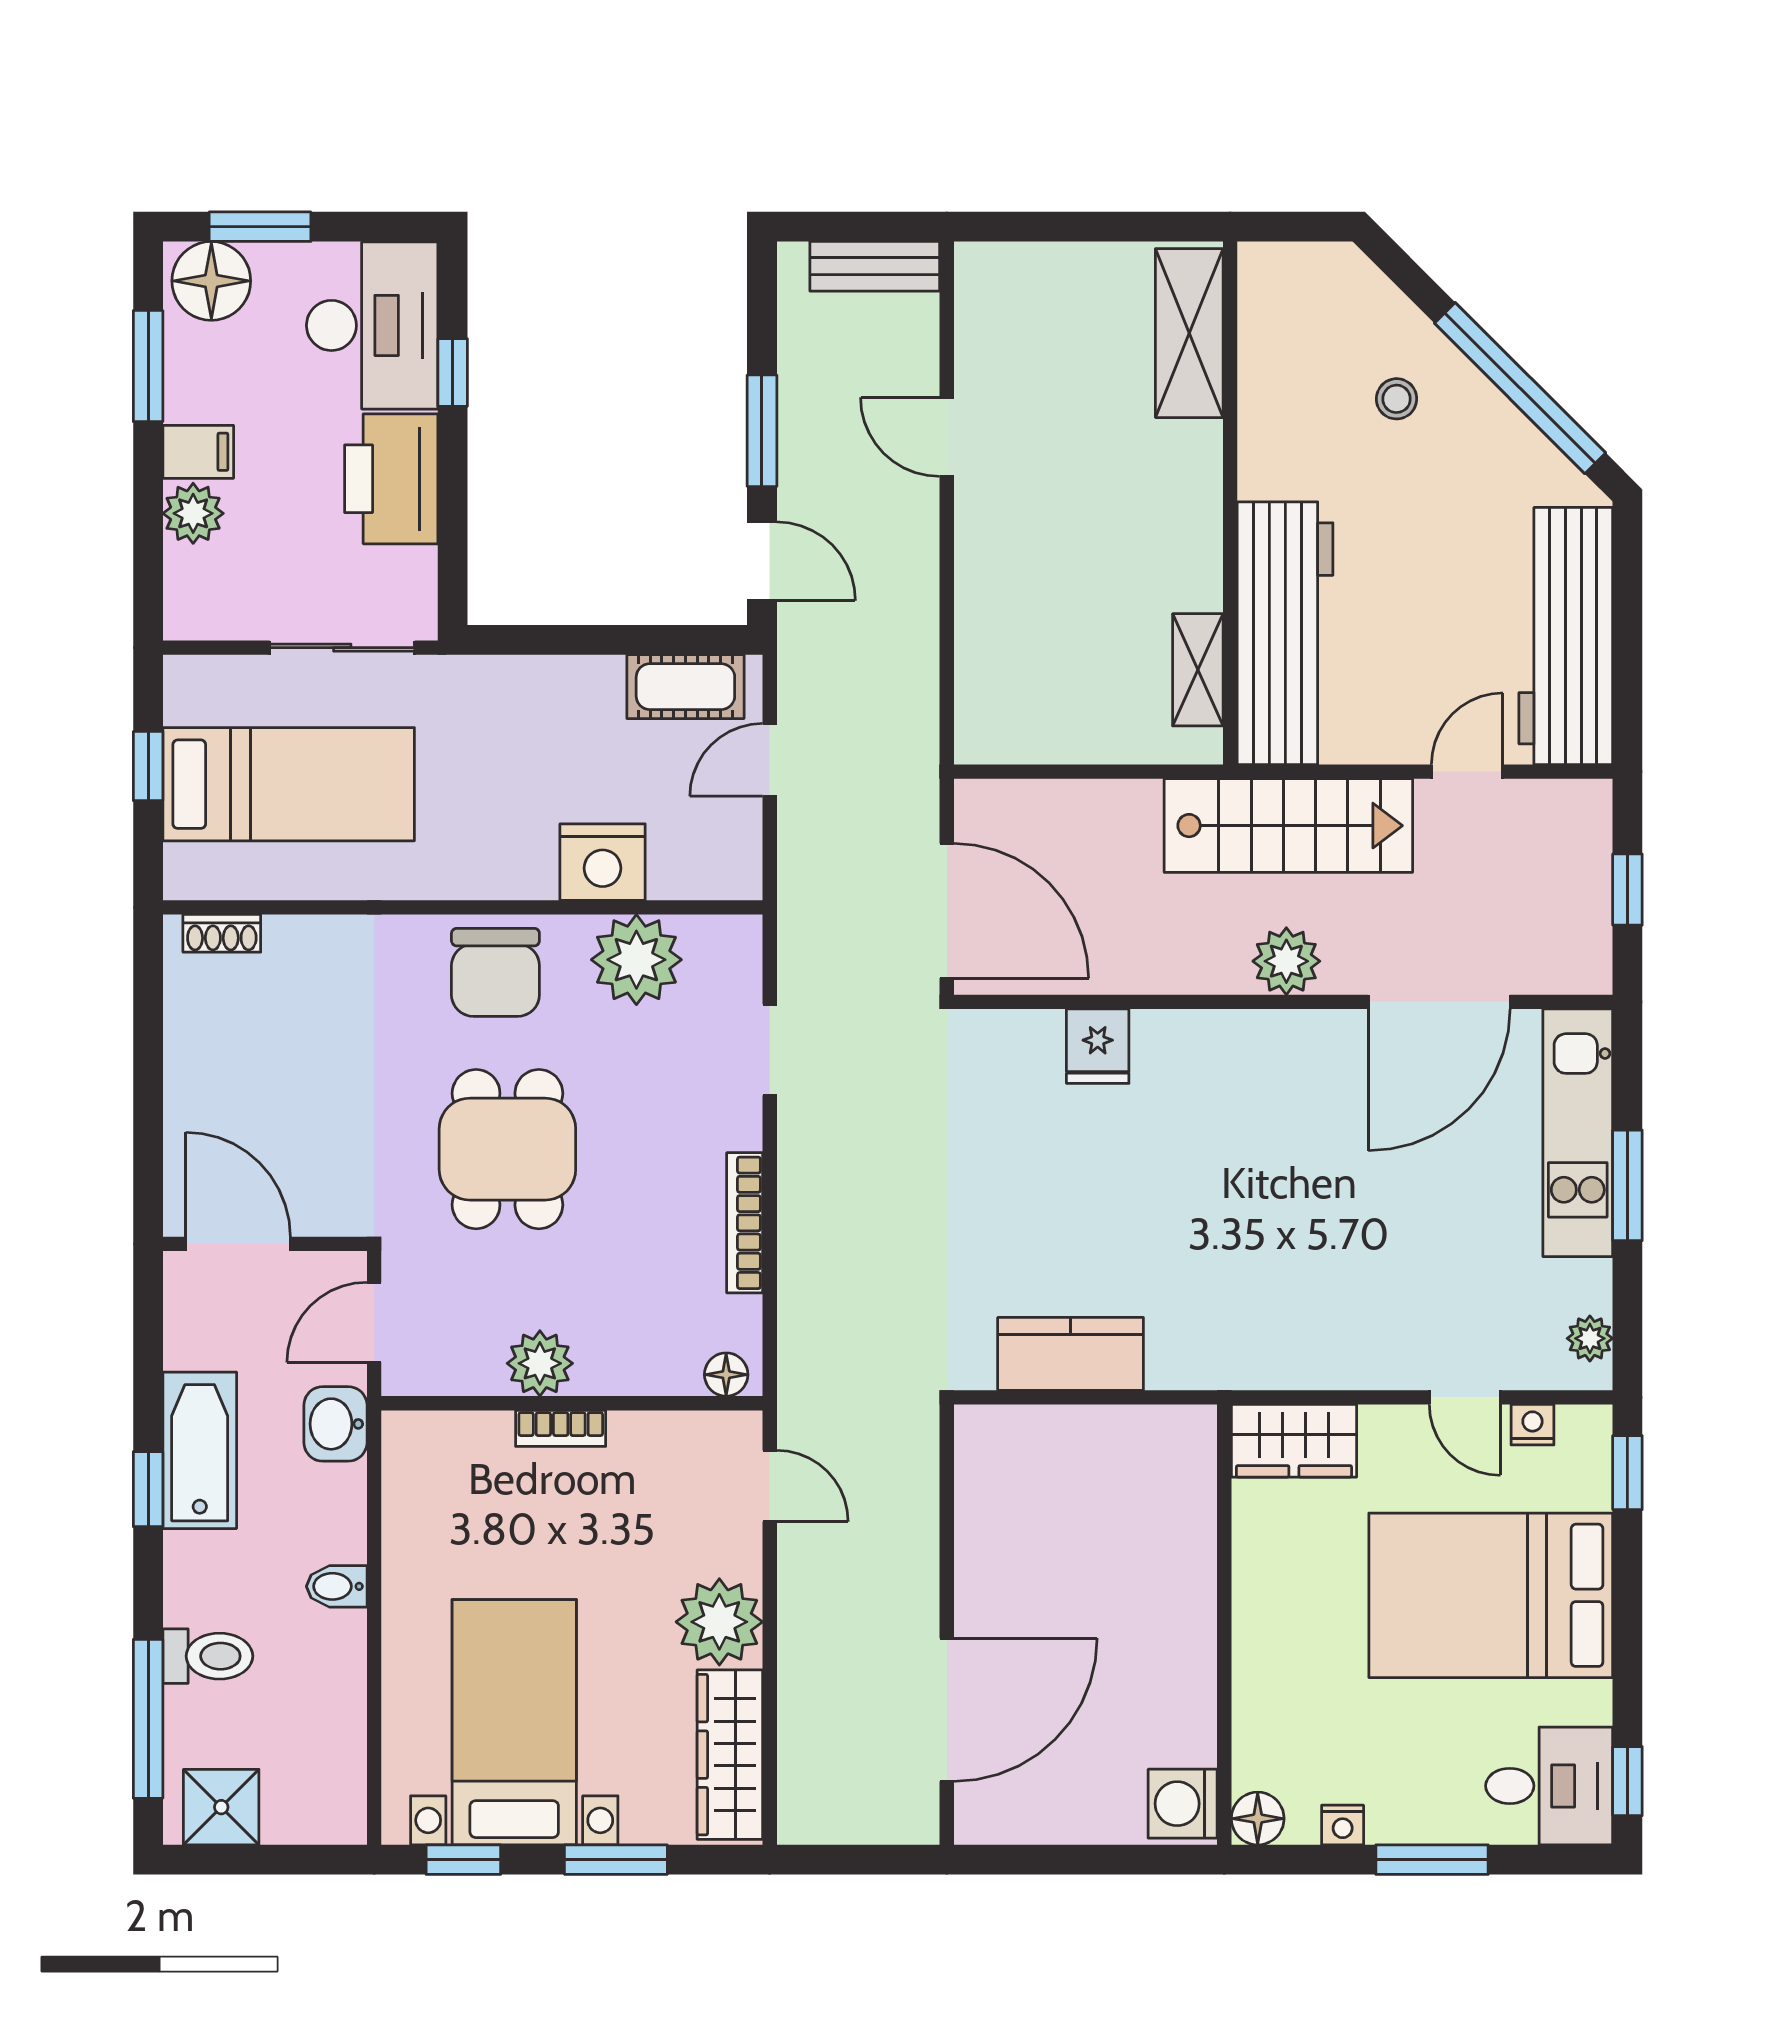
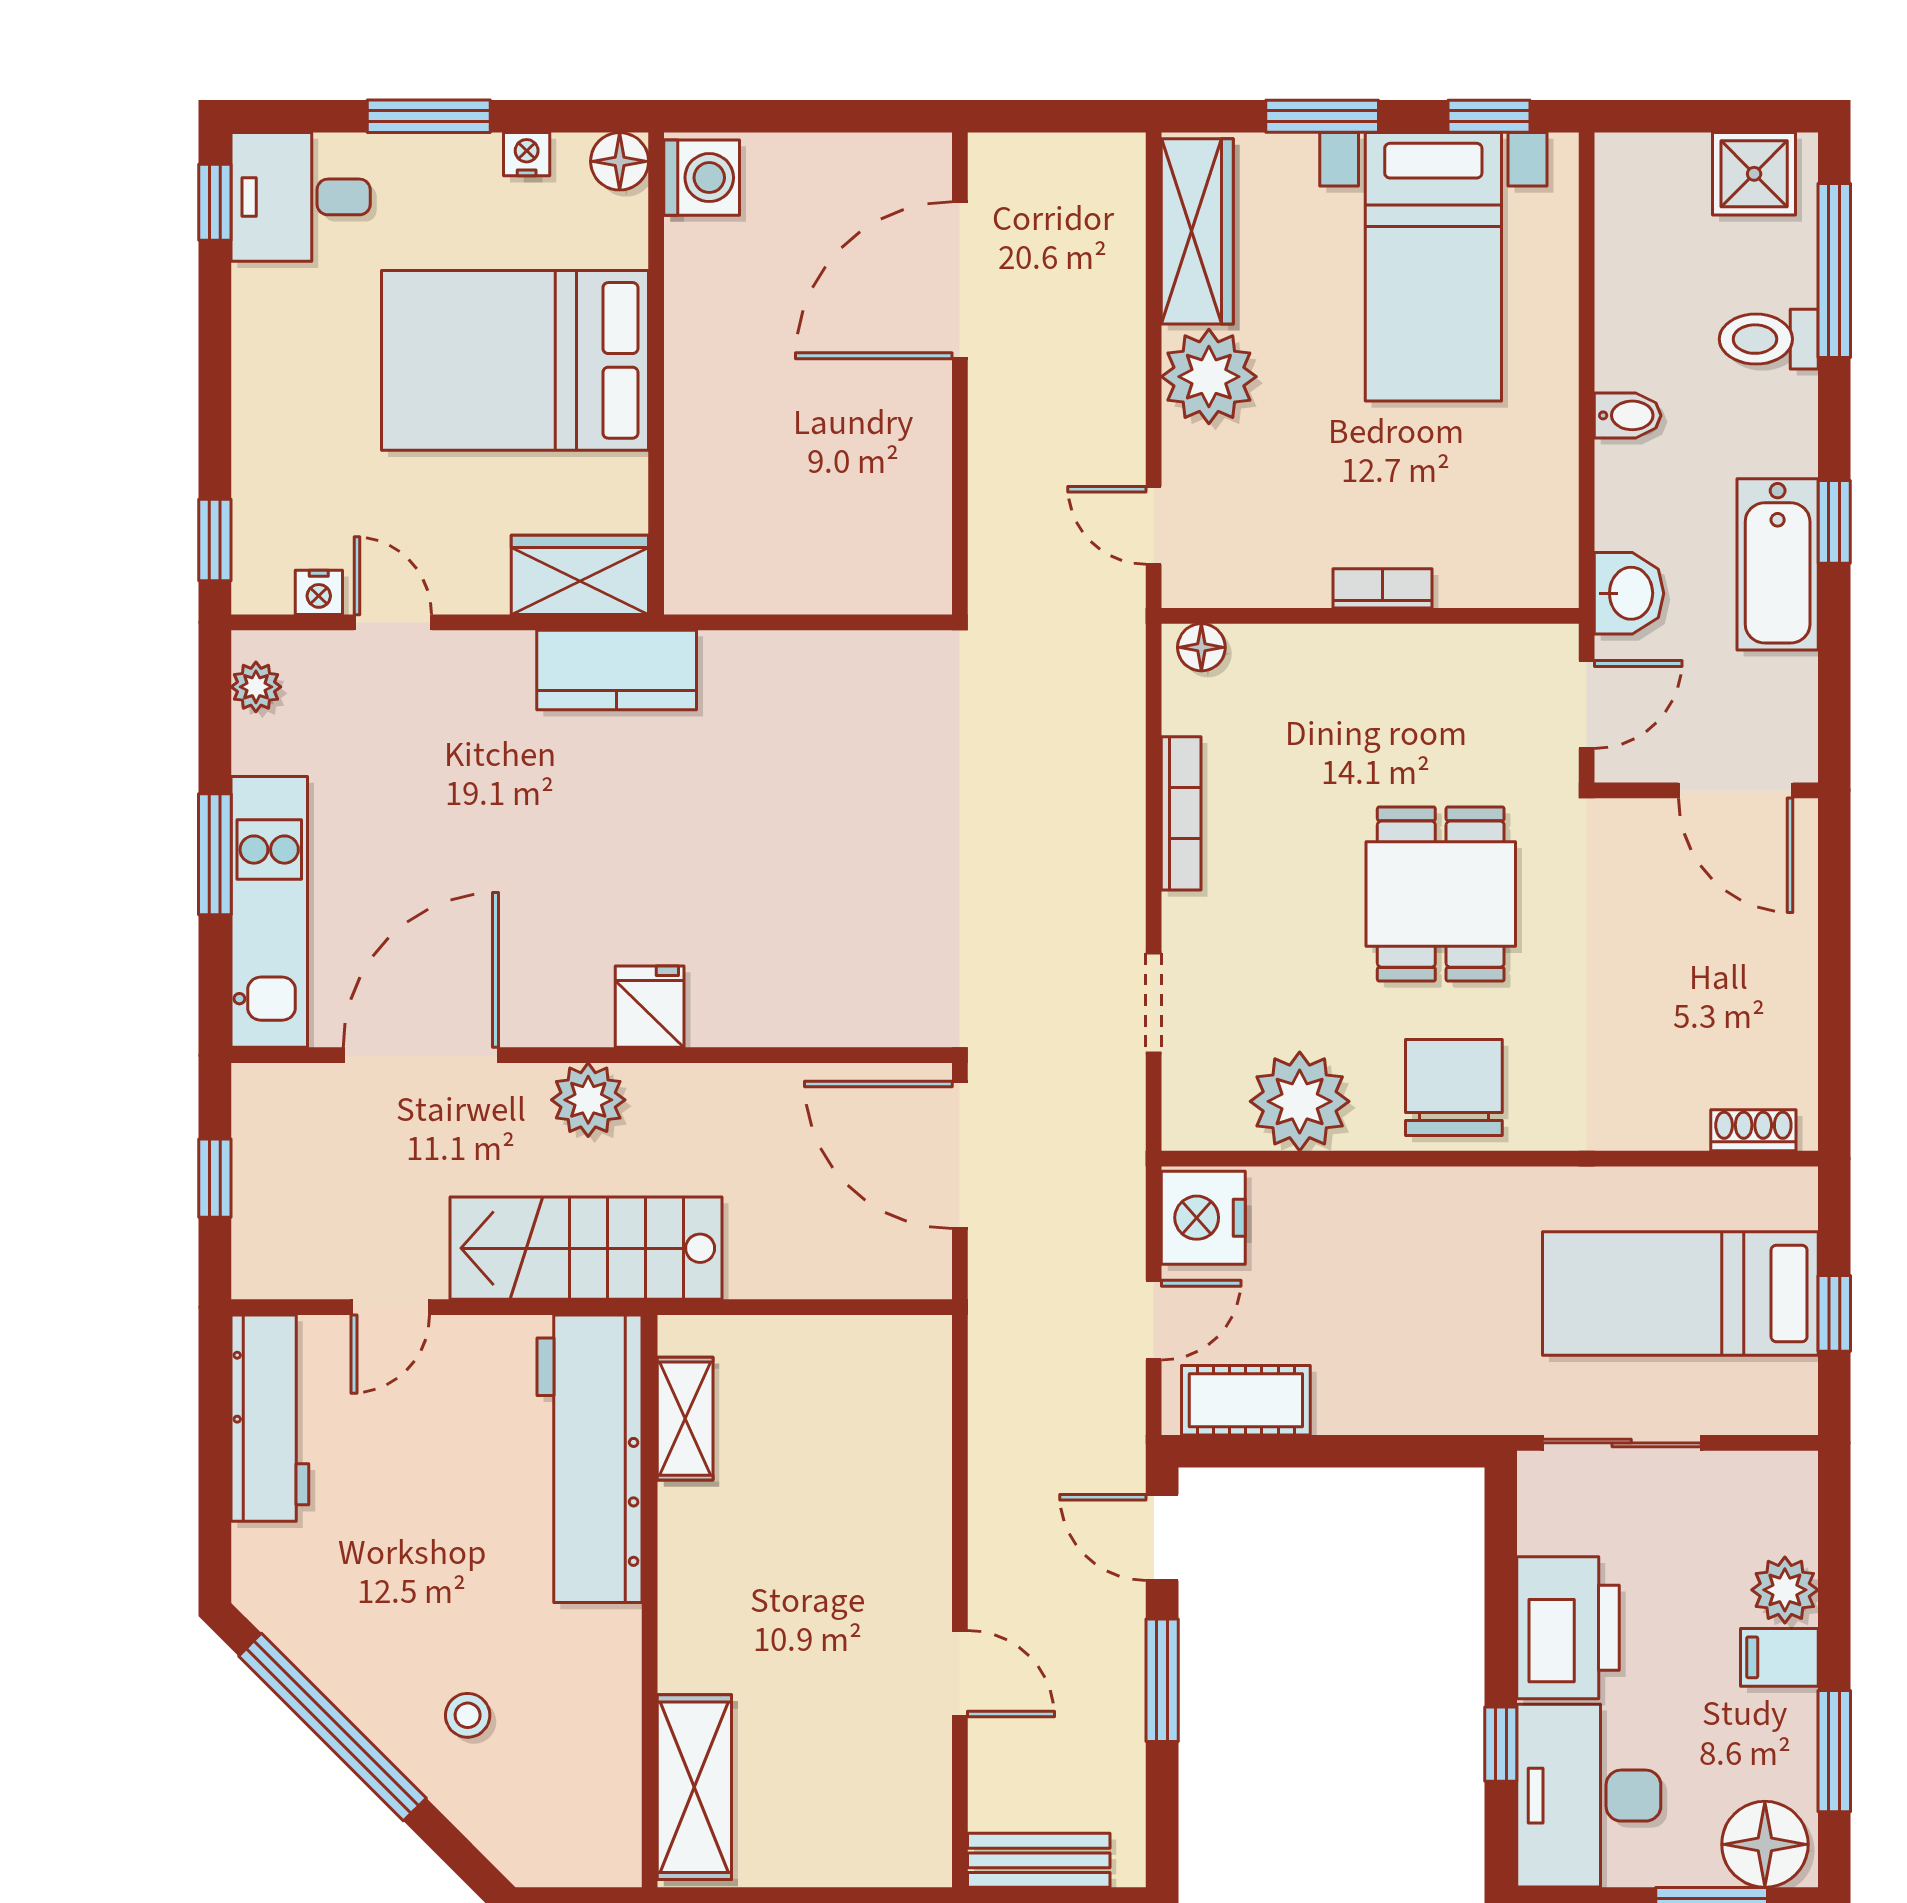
workbench: (1566, 636) -> (270, 1418), width x0.73, depth x0.76
nightstand: (603, 862) -> (1203, 1218), moved, turned -90
fridge: (1098, 1046) -> (650, 1007), moved
kitchen counter: (1071, 1354) -> (617, 670), moved
plant: (540, 1363) -> (1405, 660), removed
bed: (1491, 1595) -> (515, 360), moved, turned 180

